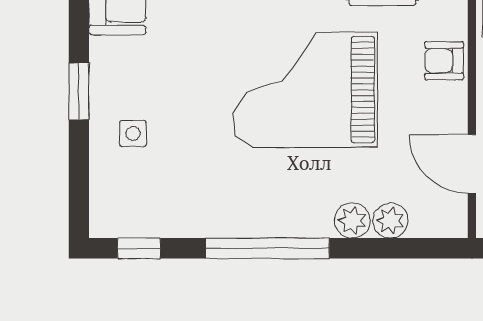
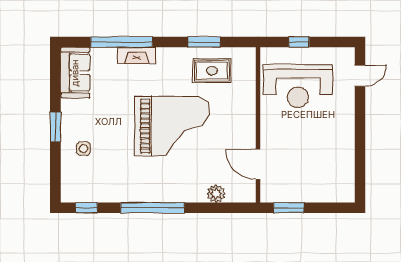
armchair: (444, 61) -> (244, 111), removed
grand piano: (305, 90) -> (172, 126), turned 180
plant: (352, 220) -> (196, 193), removed

